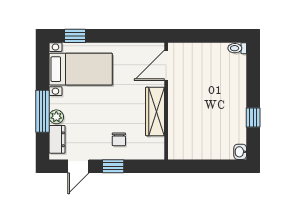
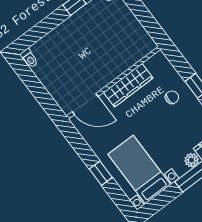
window: (75, 36) -> (101, 173), moved

